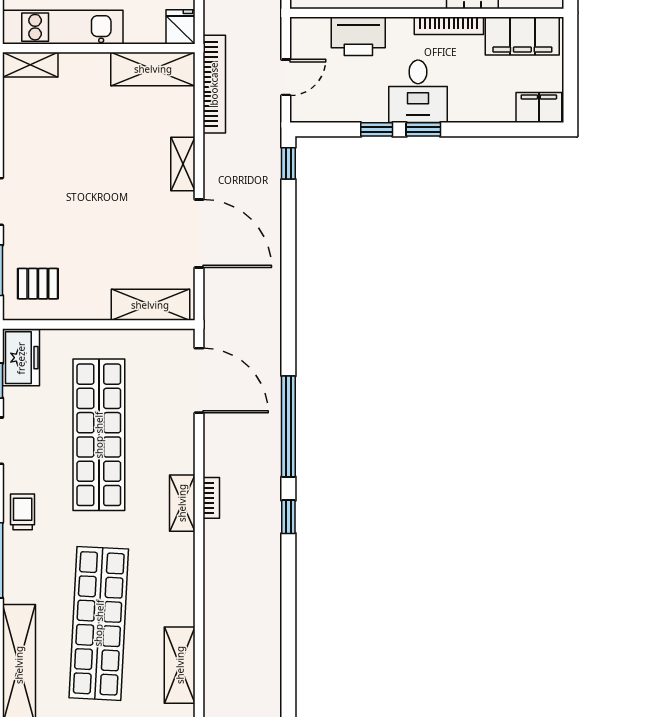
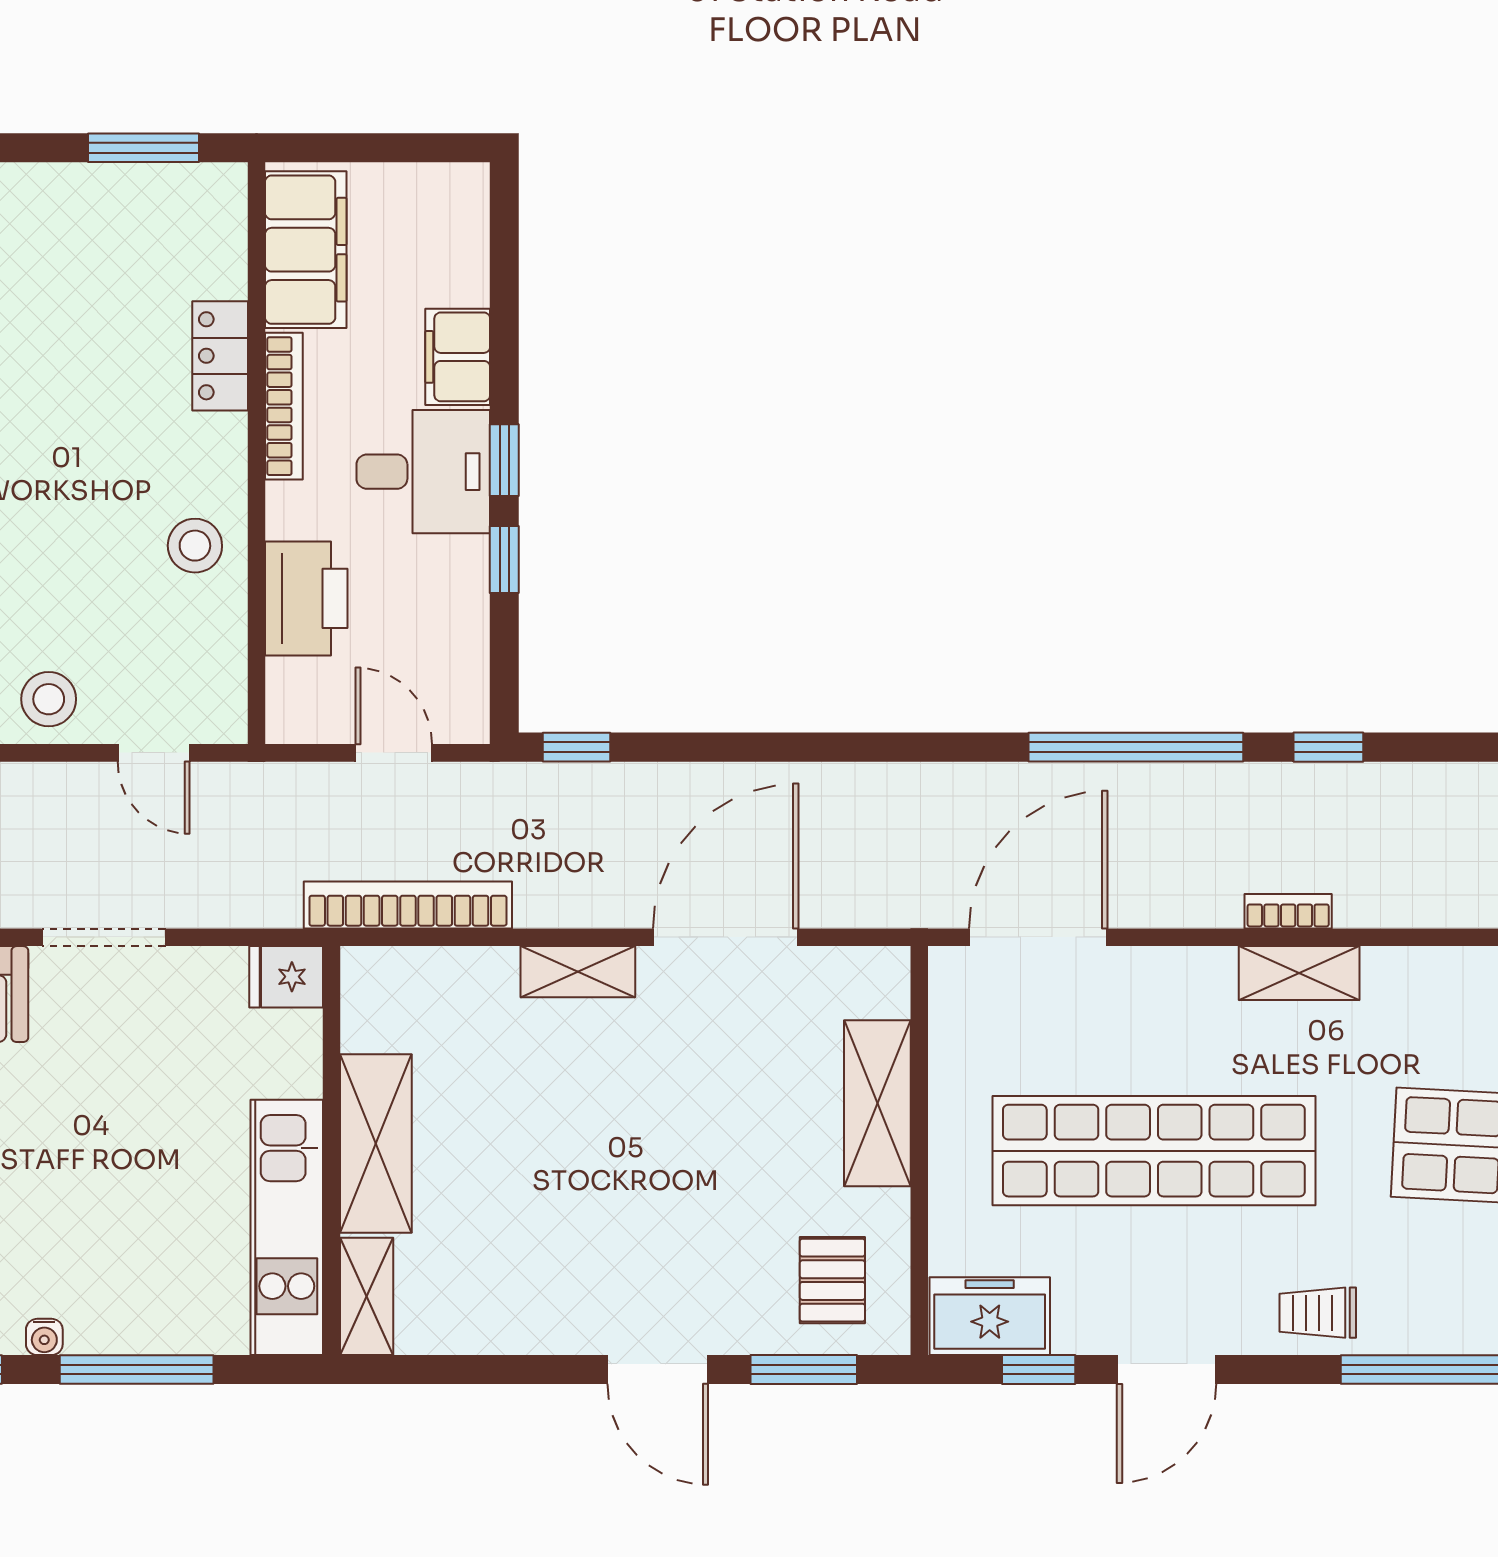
shelving: (153, 69) -> (376, 1143), moved
filing cabinet: (539, 108) -> (458, 357), moved
shelving: (150, 305) -> (877, 1103), moved

